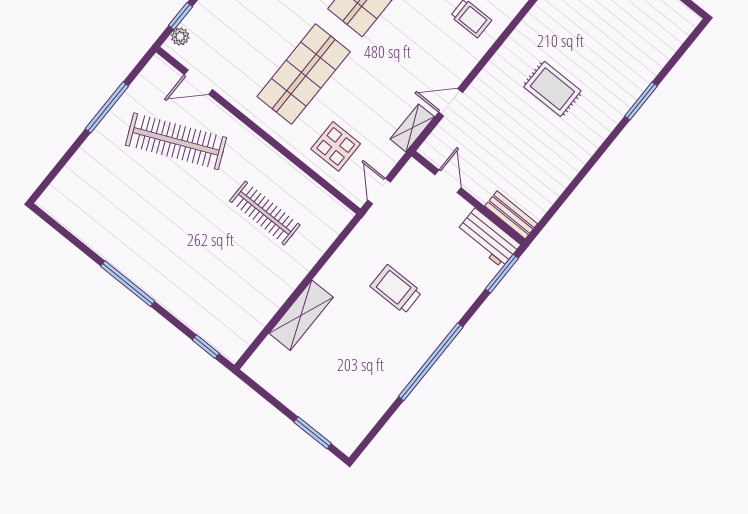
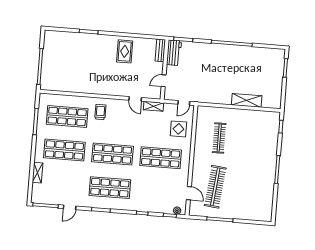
rug: (552, 89) -> (125, 51), moved
clothes rail: (176, 141) -> (215, 187), turned 30
trolley: (396, 289) -> (214, 73), removed

